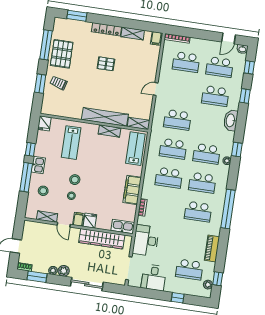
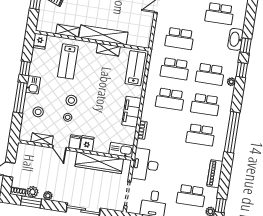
window: (245, 96) -> (246, 46), moved
shelving: (139, 123) -> (68, 31), moved
plant: (64, 271) -> (32, 192), moved

